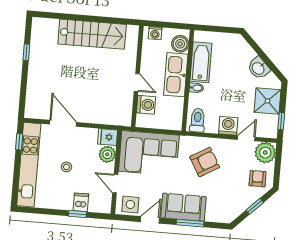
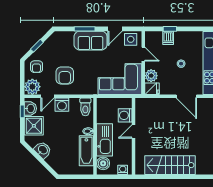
door: (137, 83) -> (133, 132), hinge flipped
washbasin: (270, 124) -> (30, 109), added
armchair: (205, 162) -> (65, 76), moved, turned -60

